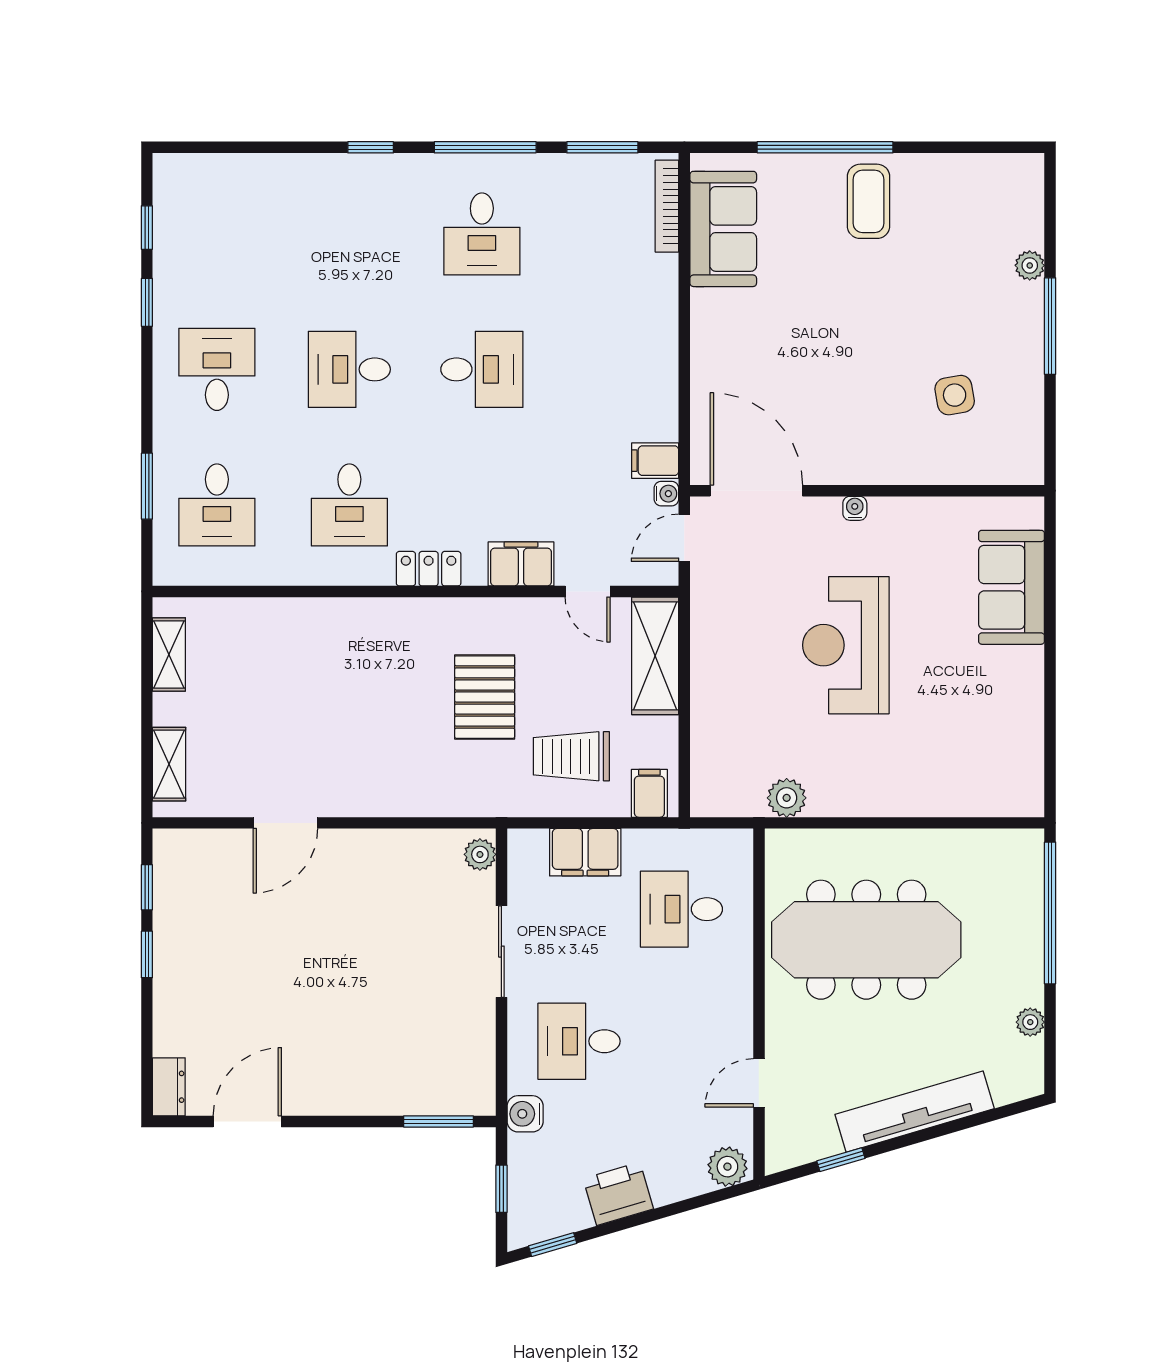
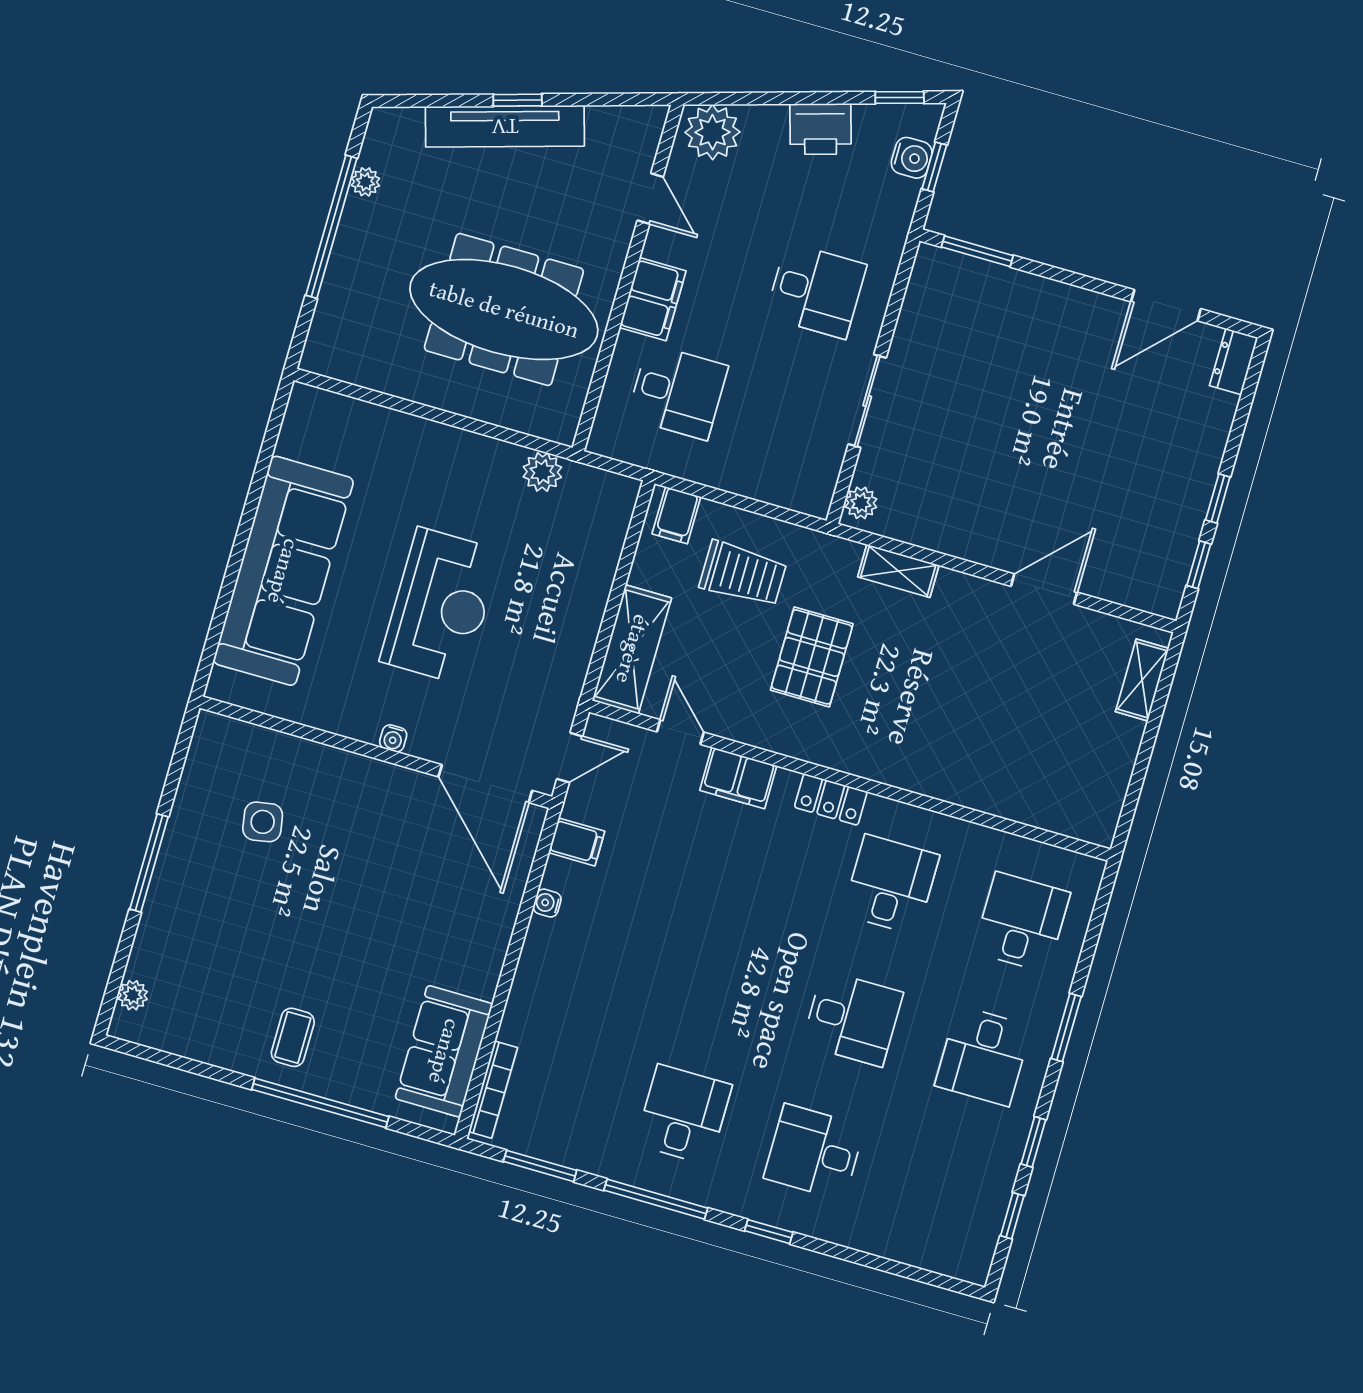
coffee table: (869, 201) -> (293, 1037), width x0.73, depth x0.77
plant: (1030, 265) -> (133, 995), moved
desk: (482, 369) -> (814, 1152), moved
window: (147, 486) -> (1066, 1027), moved
water cooler: (666, 494) -> (547, 903), moved
sofa: (1012, 587) -> (283, 571), width x1.85, depth x1.27
shelving: (169, 654) -> (898, 571), moved, turned 90
filing cabinet: (585, 852) -> (653, 299), moved, turned 90
window: (1050, 913) -> (331, 227), moved
door: (759, 1083) -> (650, 199), hinge flipped
water cooler: (525, 1114) -> (912, 158), moved
window: (841, 1160) -> (518, 100), moved
plant: (727, 1167) -> (712, 132), width x1.36, depth x1.36

